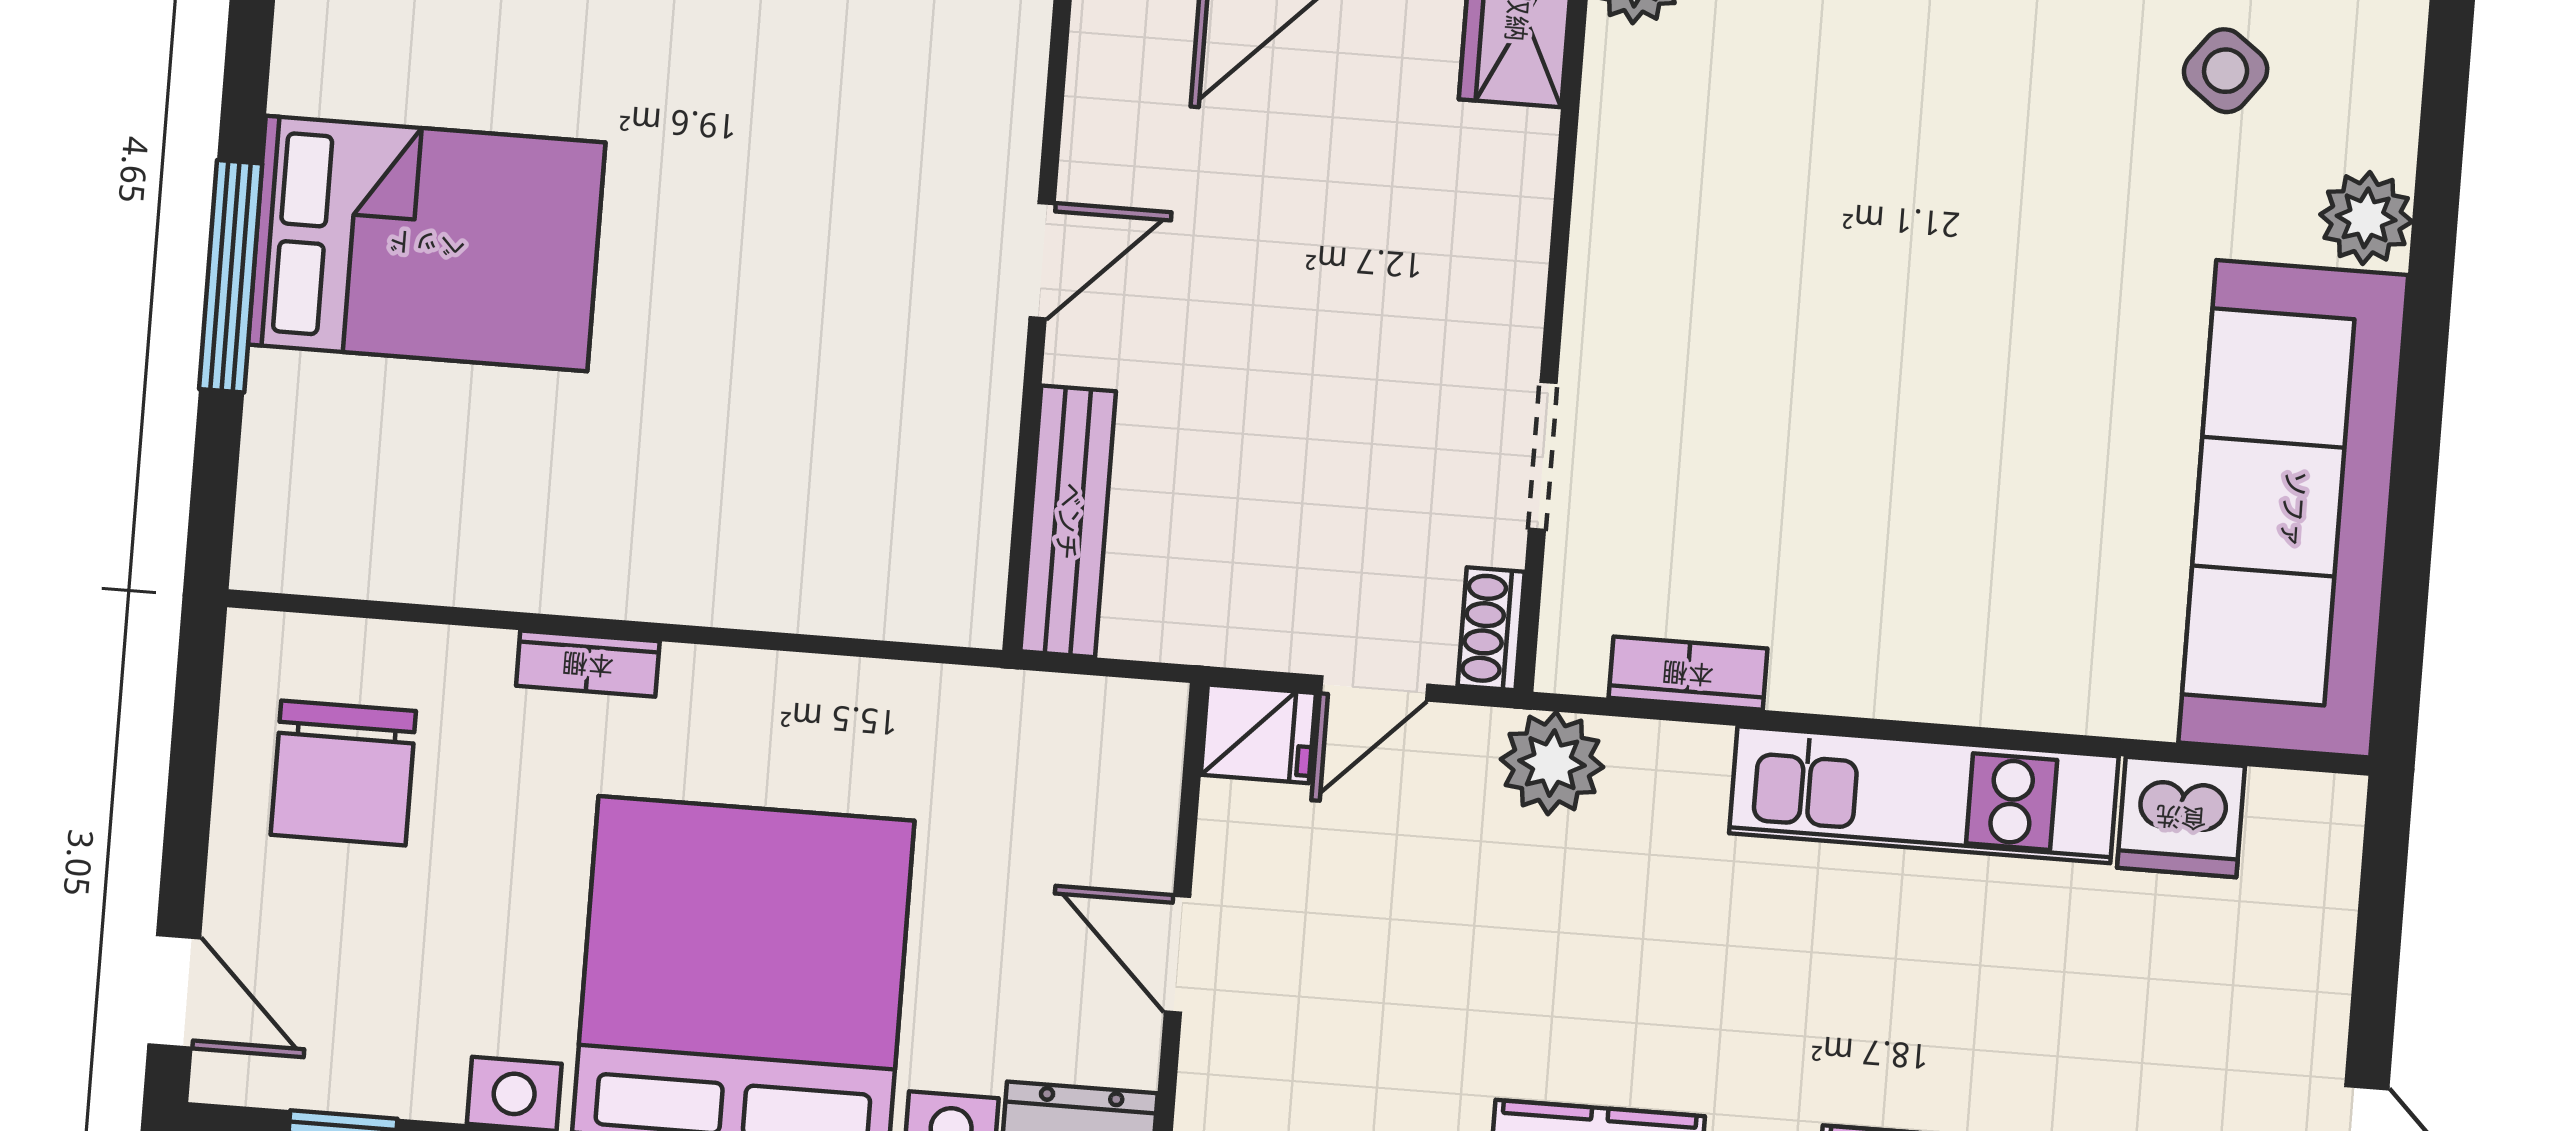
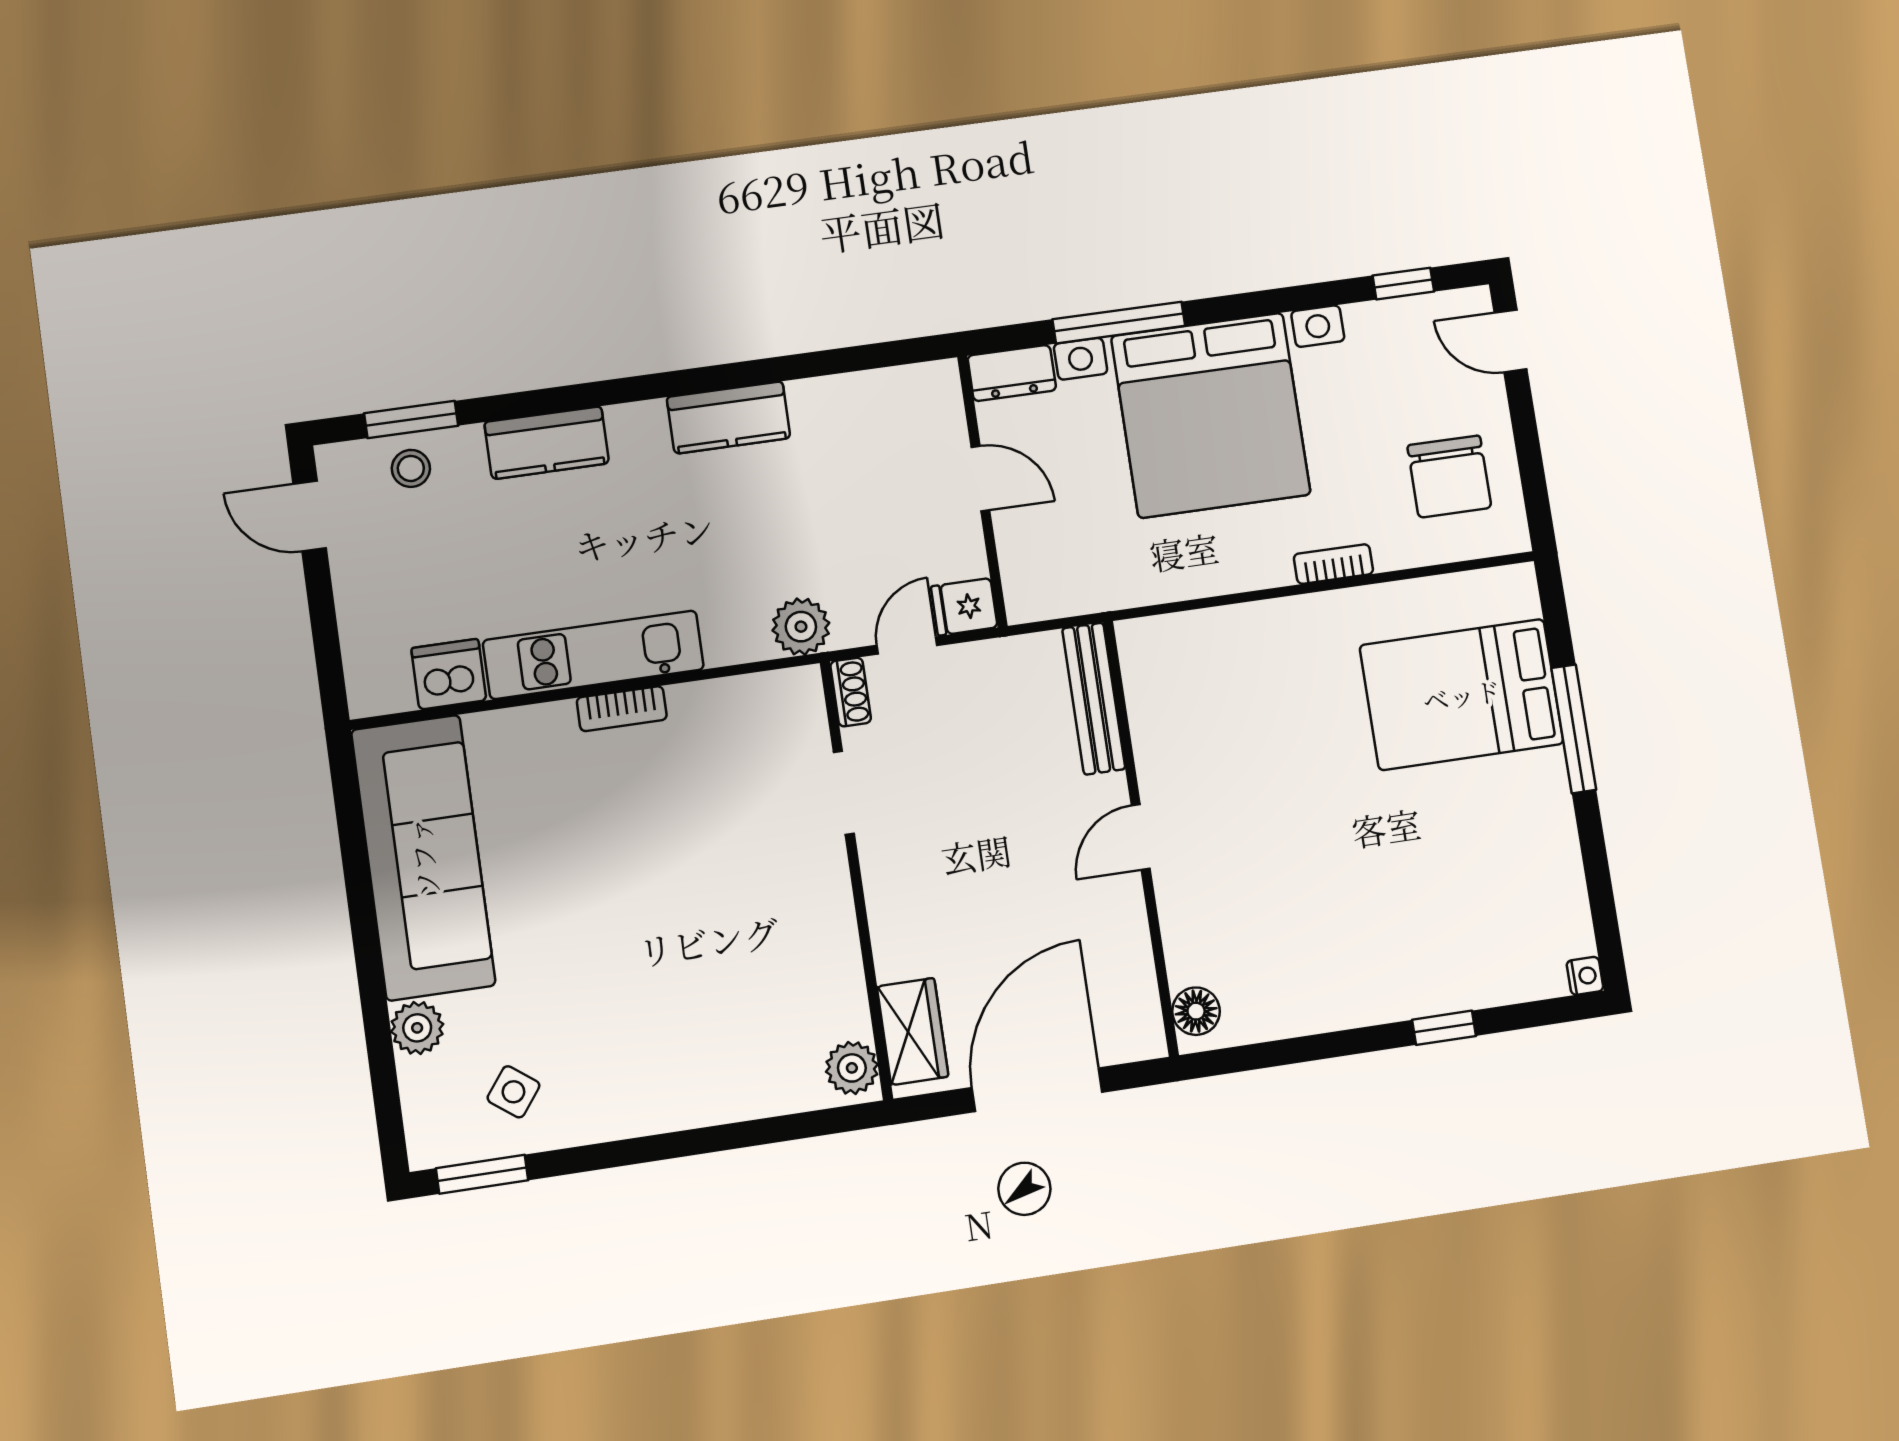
bed: (427, 243) -> (1462, 695), moved
bookcase: (1688, 673) -> (622, 709), moved
chair: (343, 773) -> (1449, 477), turned 180

